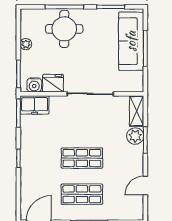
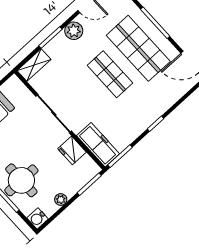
water cooler: (34, 85) -> (37, 218), moved, turned 180
freezer: (35, 105) -> (98, 145), width x1.40
plant: (135, 136) -> (74, 31), moved
shop shelf: (82, 194) -> (138, 48), width x1.43, depth x1.36

